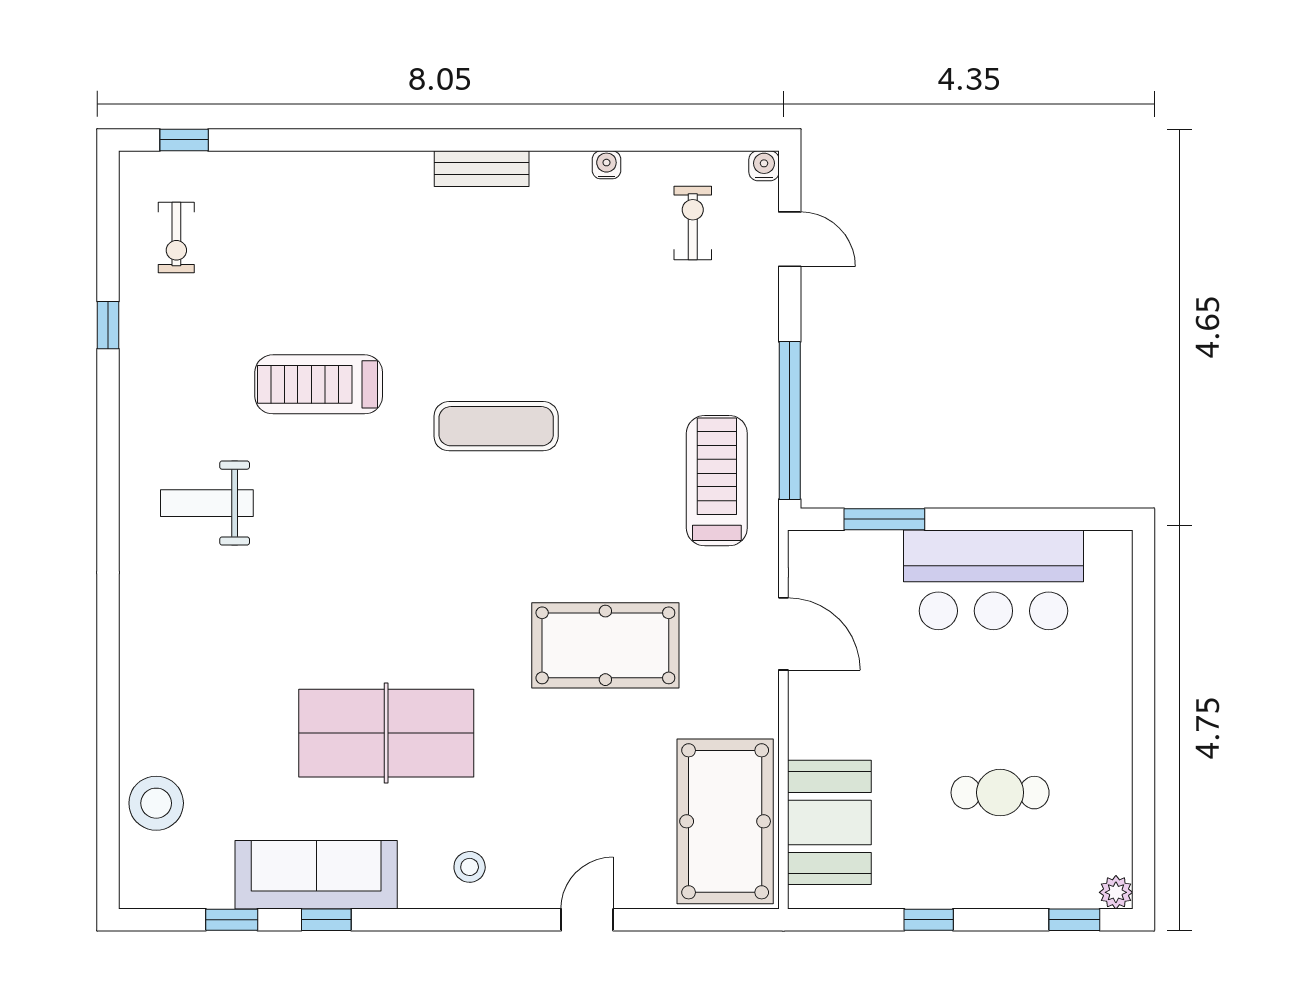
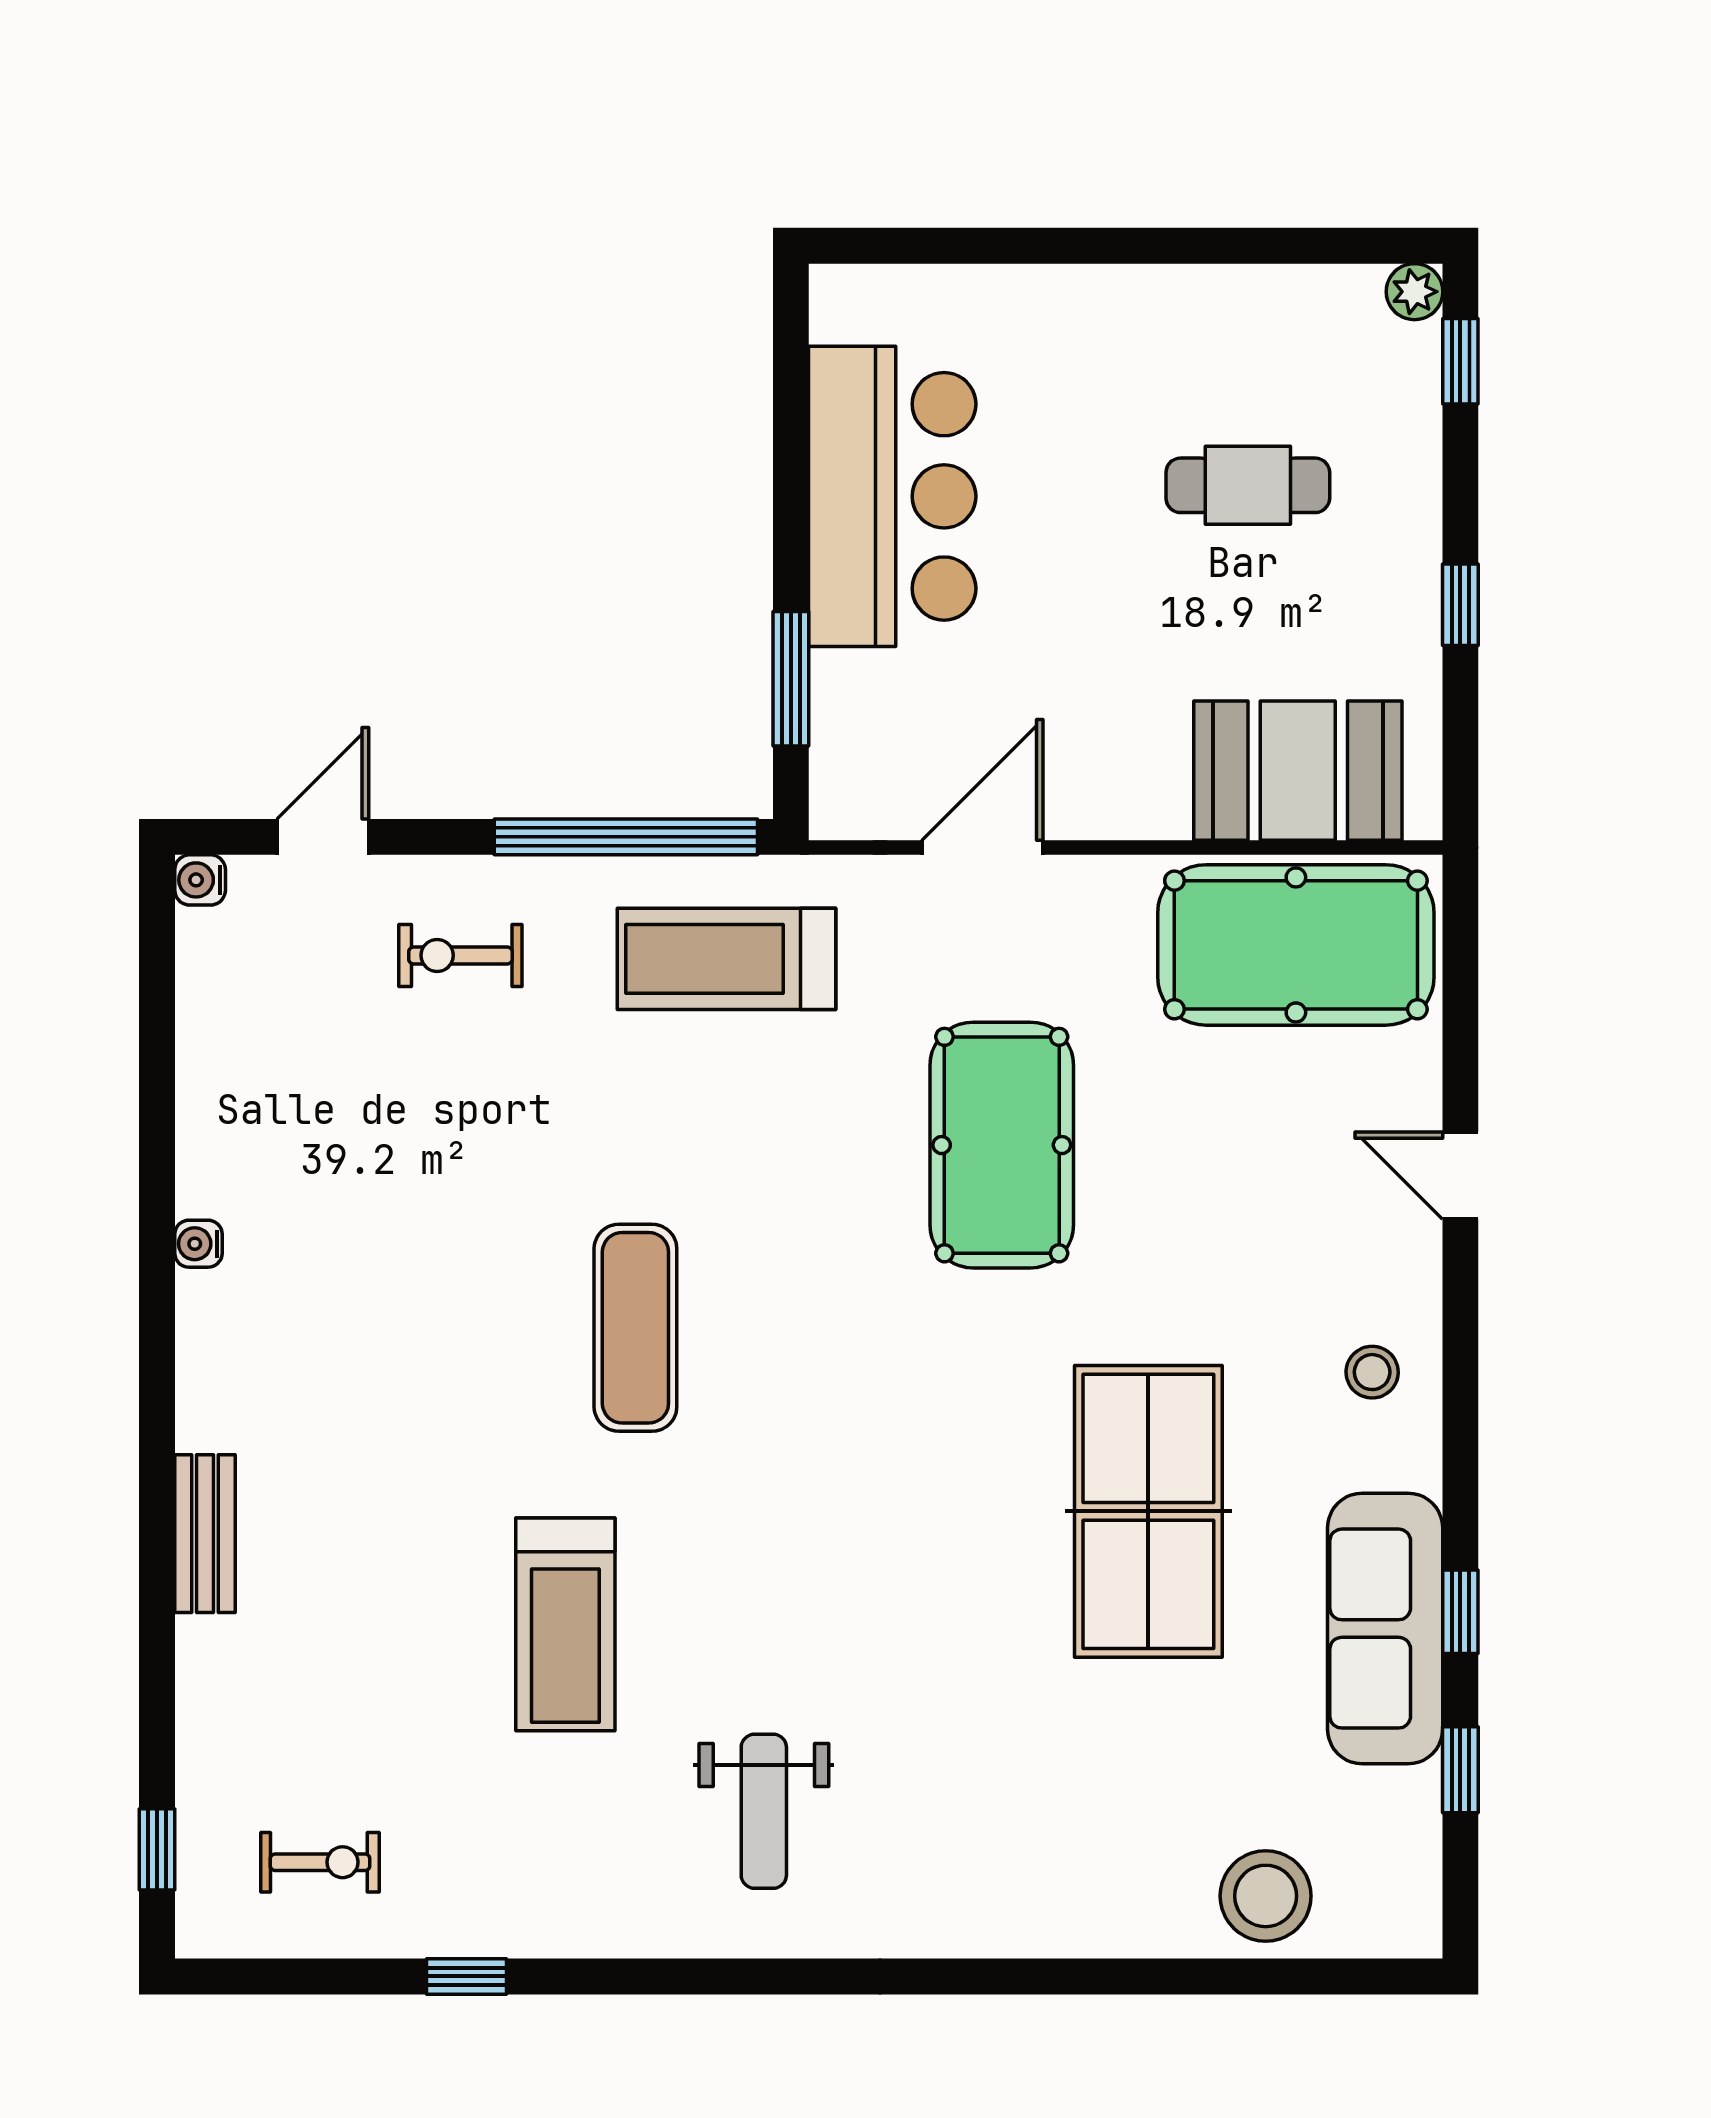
water cooler: (606, 165) -> (198, 1244), moved
bench: (482, 169) -> (205, 1534), moved
exercise bike: (693, 223) -> (460, 955), moved
cafe table: (1000, 793) -> (1248, 485), turned 90

